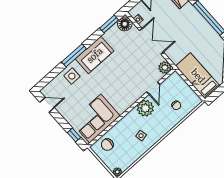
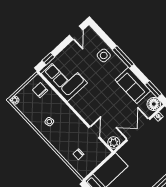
double door: (151, 41) -> (138, 129), swing flipped
sofa: (95, 55) -> (133, 85), moved
door: (153, 88) -> (94, 132), swing flipped
plant: (145, 108) -> (75, 125), removed

